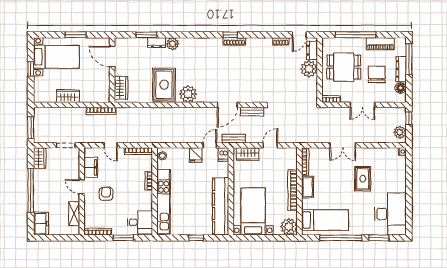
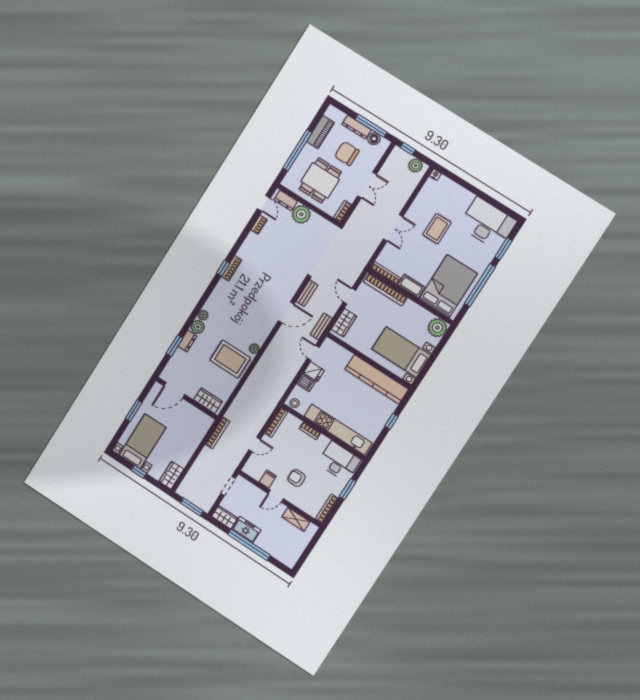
plant: (184, 42) -> (203, 315), added
window: (409, 59) -> (371, 126), moved
plant: (188, 94) -> (254, 349), width x0.53, depth x0.53
wardrobe: (68, 96) -> (171, 475), moved
door: (227, 105) -> (286, 312), hinge flipped
dishwasher: (223, 154) -> (306, 383), moved
filing cabinet: (91, 167) -> (268, 479), width x0.50
rug: (363, 179) -> (437, 229), turned 90
bookcase: (293, 190) -> (385, 290), moved
bed: (325, 220) -> (448, 286), width x1.50
desk: (140, 222) -> (339, 461), width x1.37
freezer: (41, 224) -> (246, 530), moved

